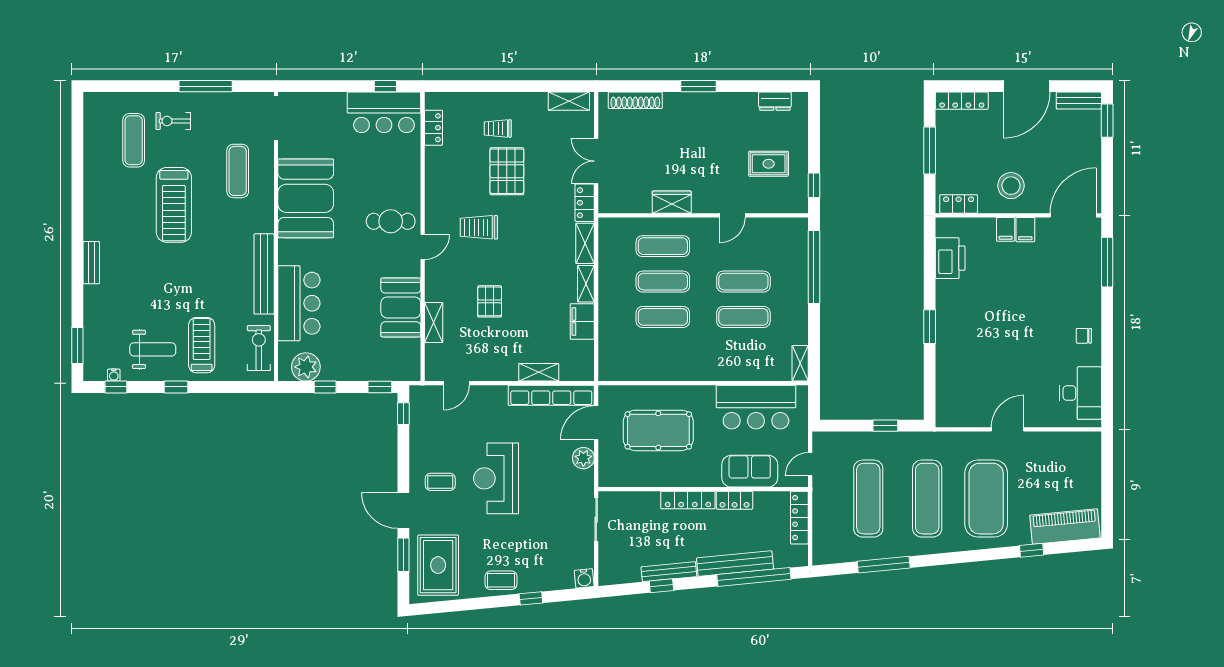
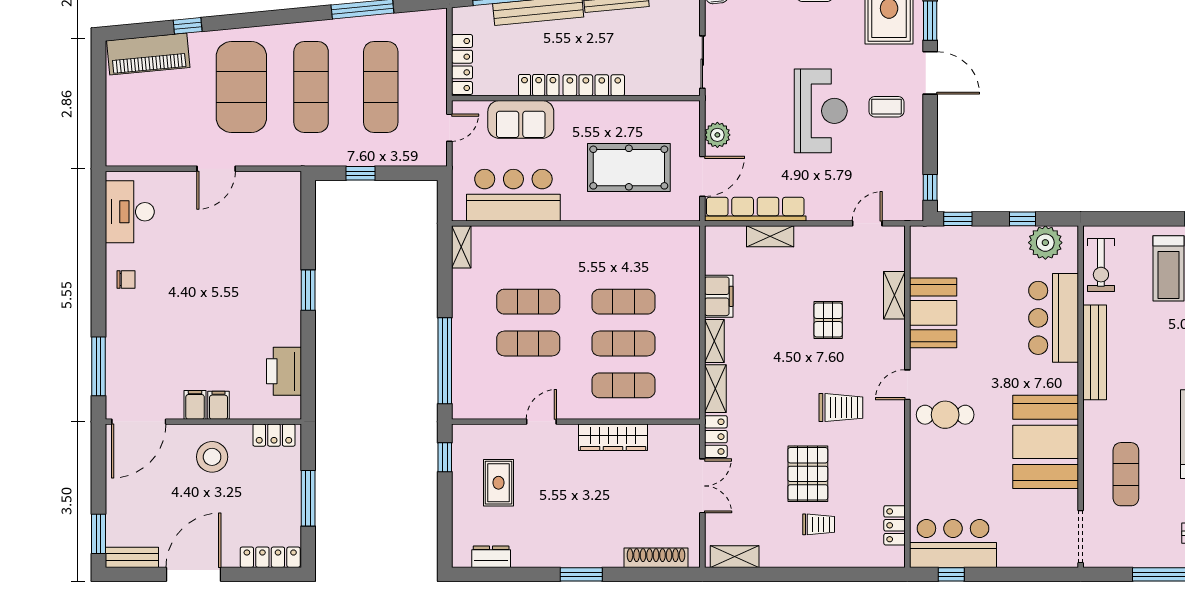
rug: (769, 164) -> (499, 483), turned 90
wardrobe: (672, 202) -> (613, 437), width x1.50

